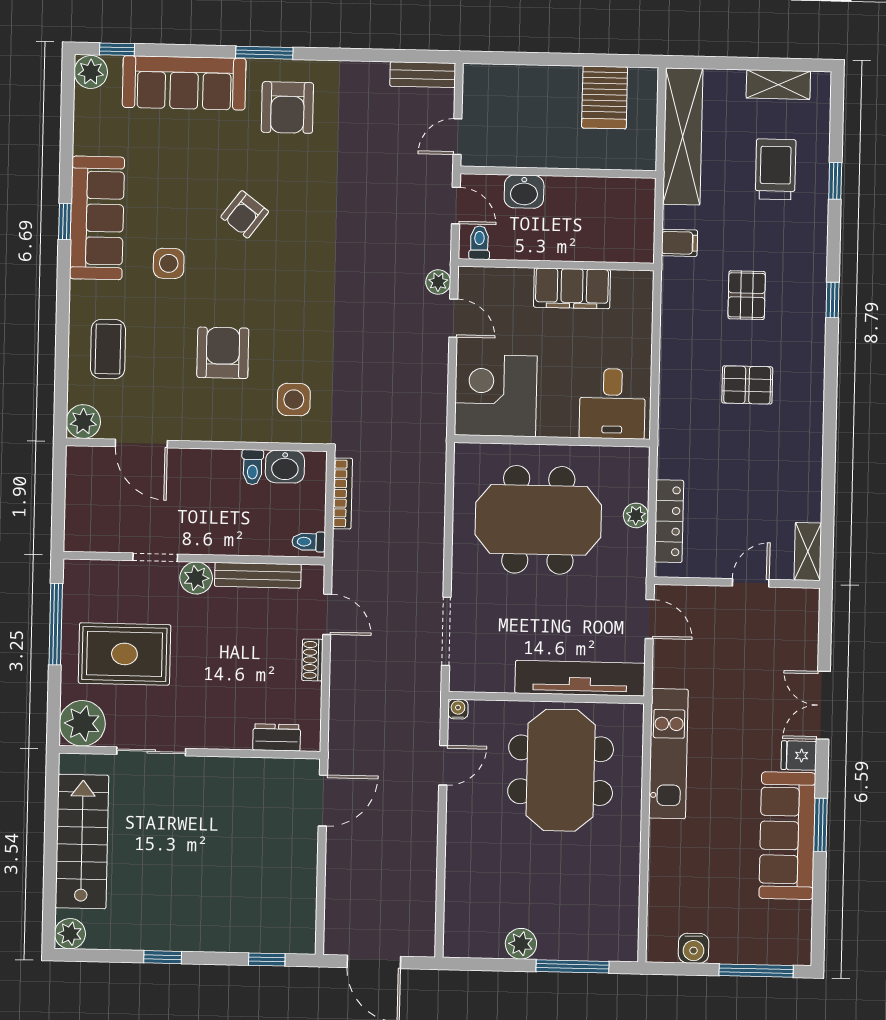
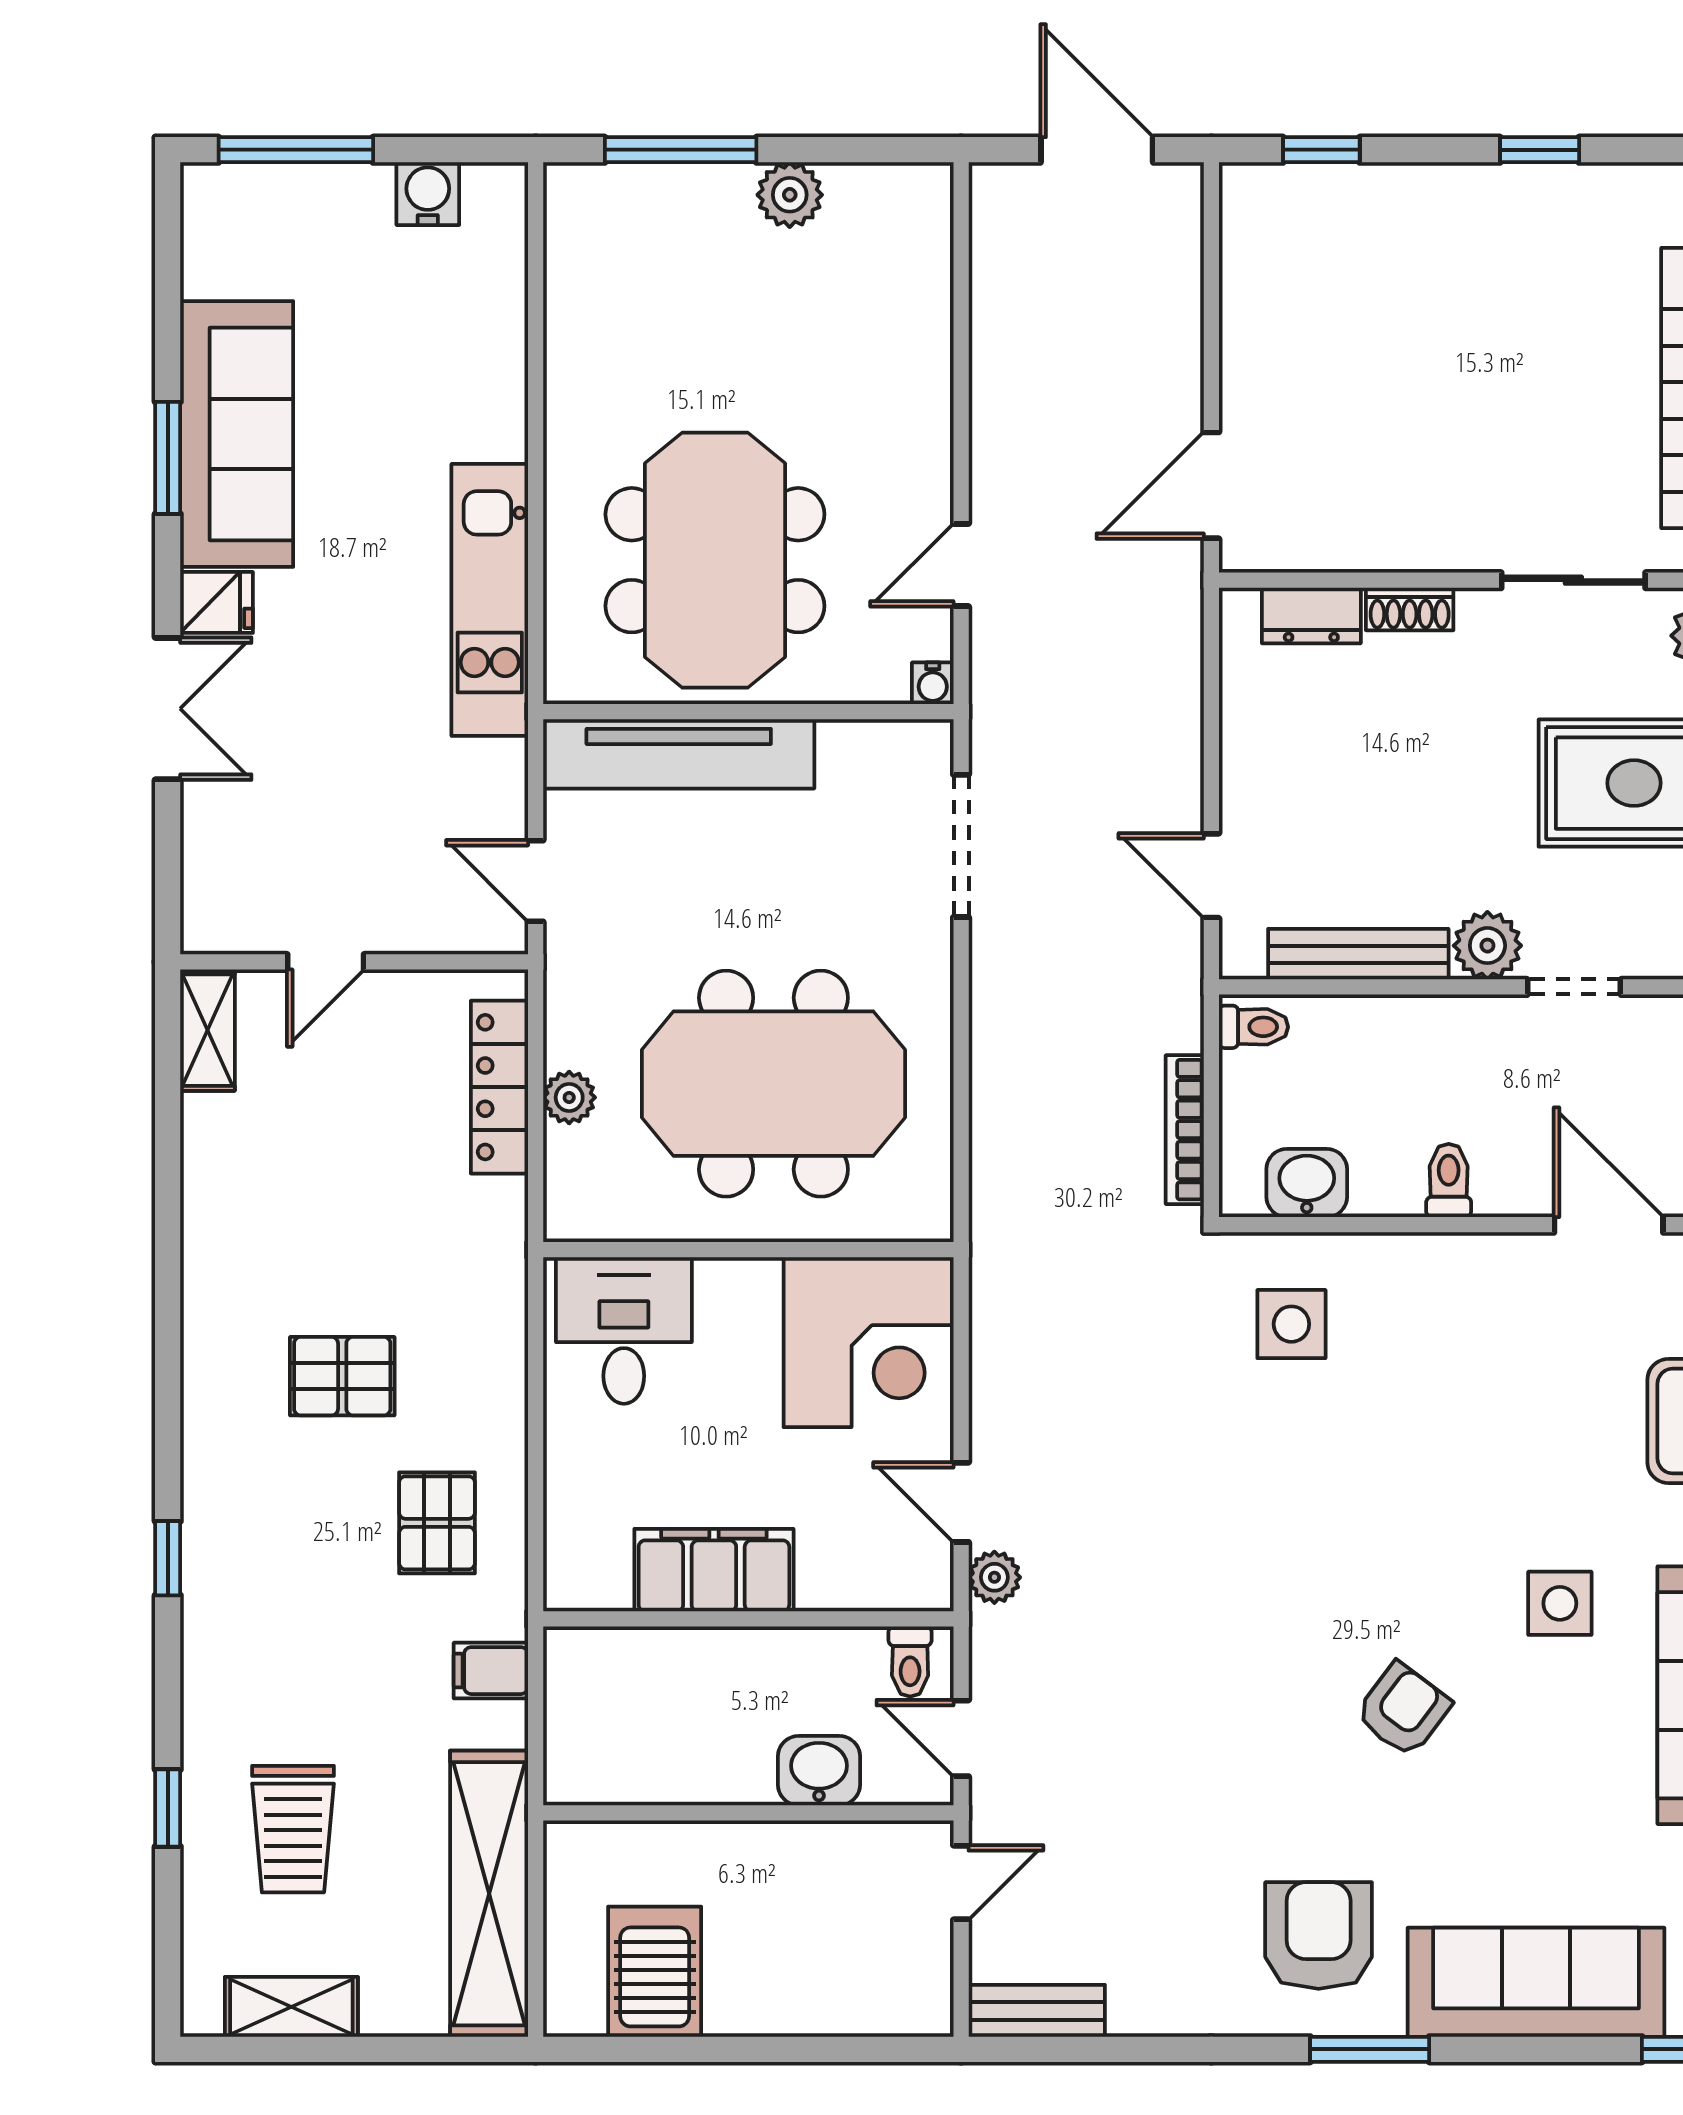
pallet: (747, 295) -> (437, 1523), moved
armchair: (223, 353) -> (1442, 1419), removed
toilet: (252, 467) -> (1449, 1180), moved
shoe rack: (312, 660) -> (1410, 609), moved, turned 90

